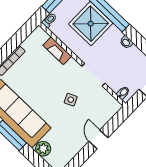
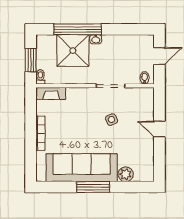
washbasin: (126, 42) -> (96, 39), moved
fireplace: (57, 51) -> (51, 93), moved

